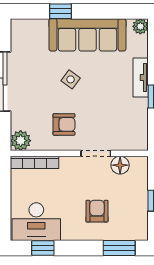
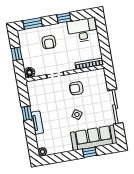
sofa: (87, 35) -> (94, 138), moved
plant: (21, 141) -> (99, 75), removed
floor lamp: (120, 165) -> (29, 73), moved
window: (43, 248) -> (64, 18), moved

